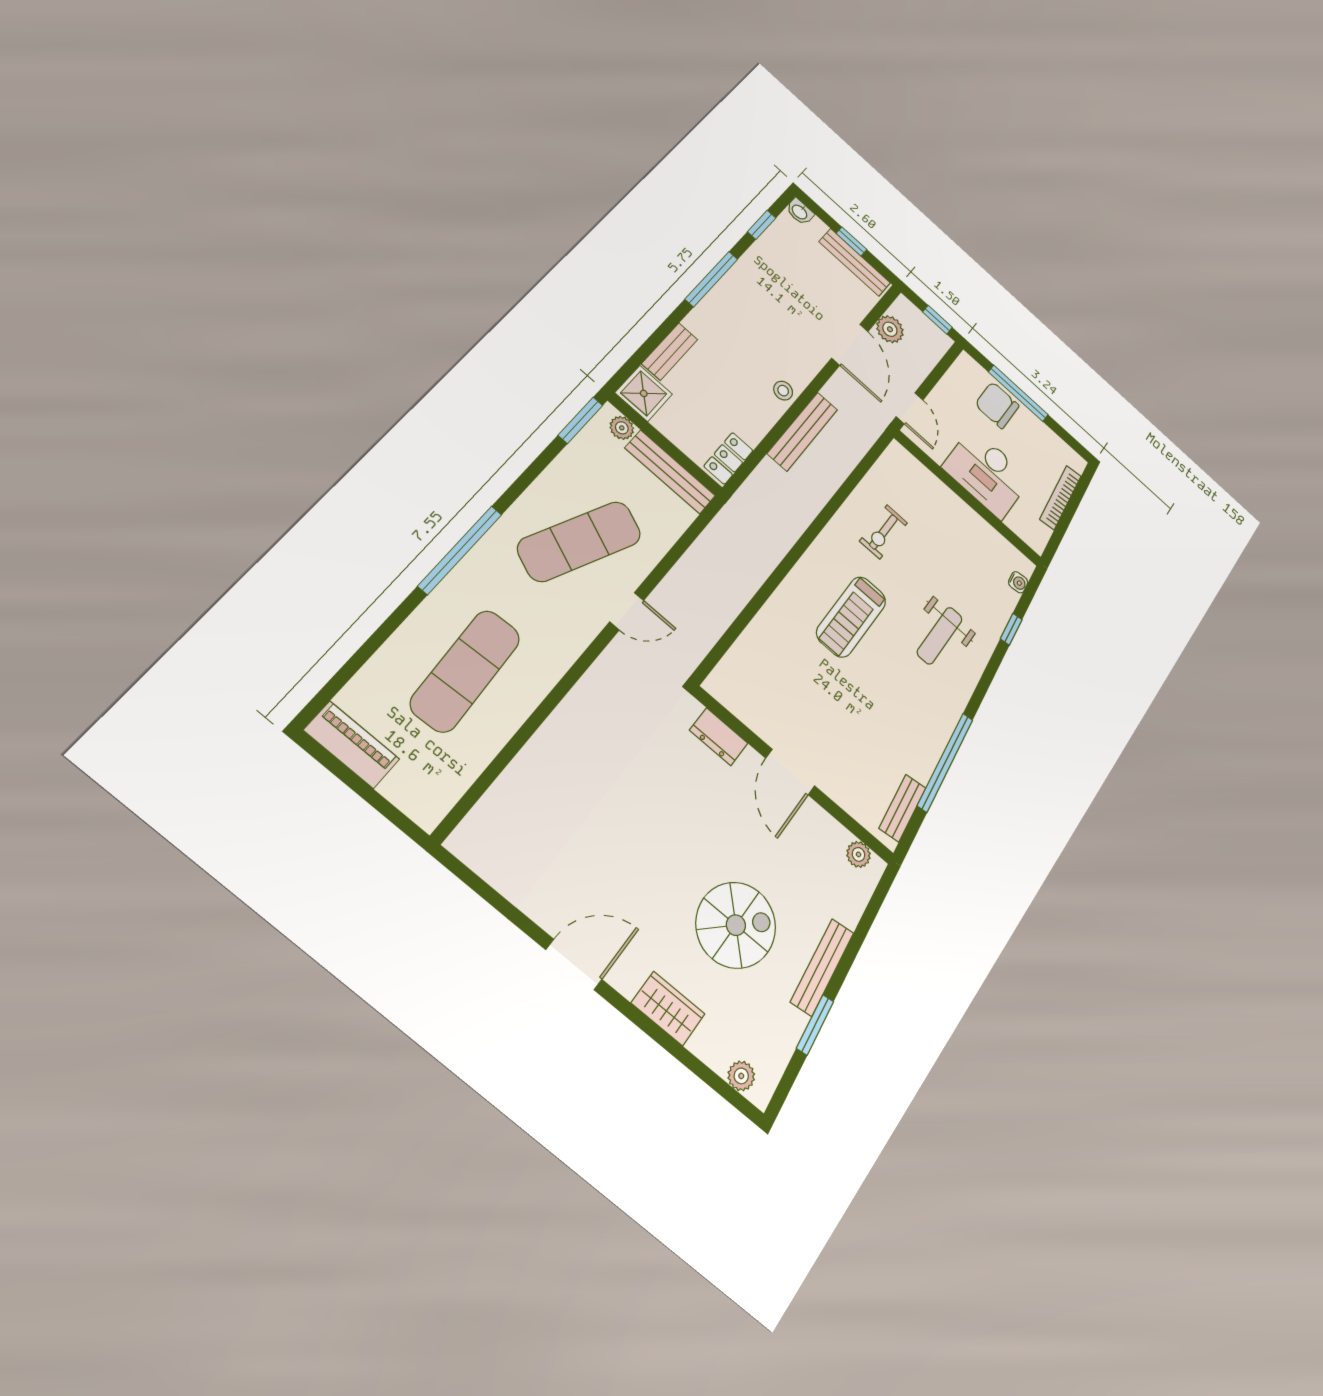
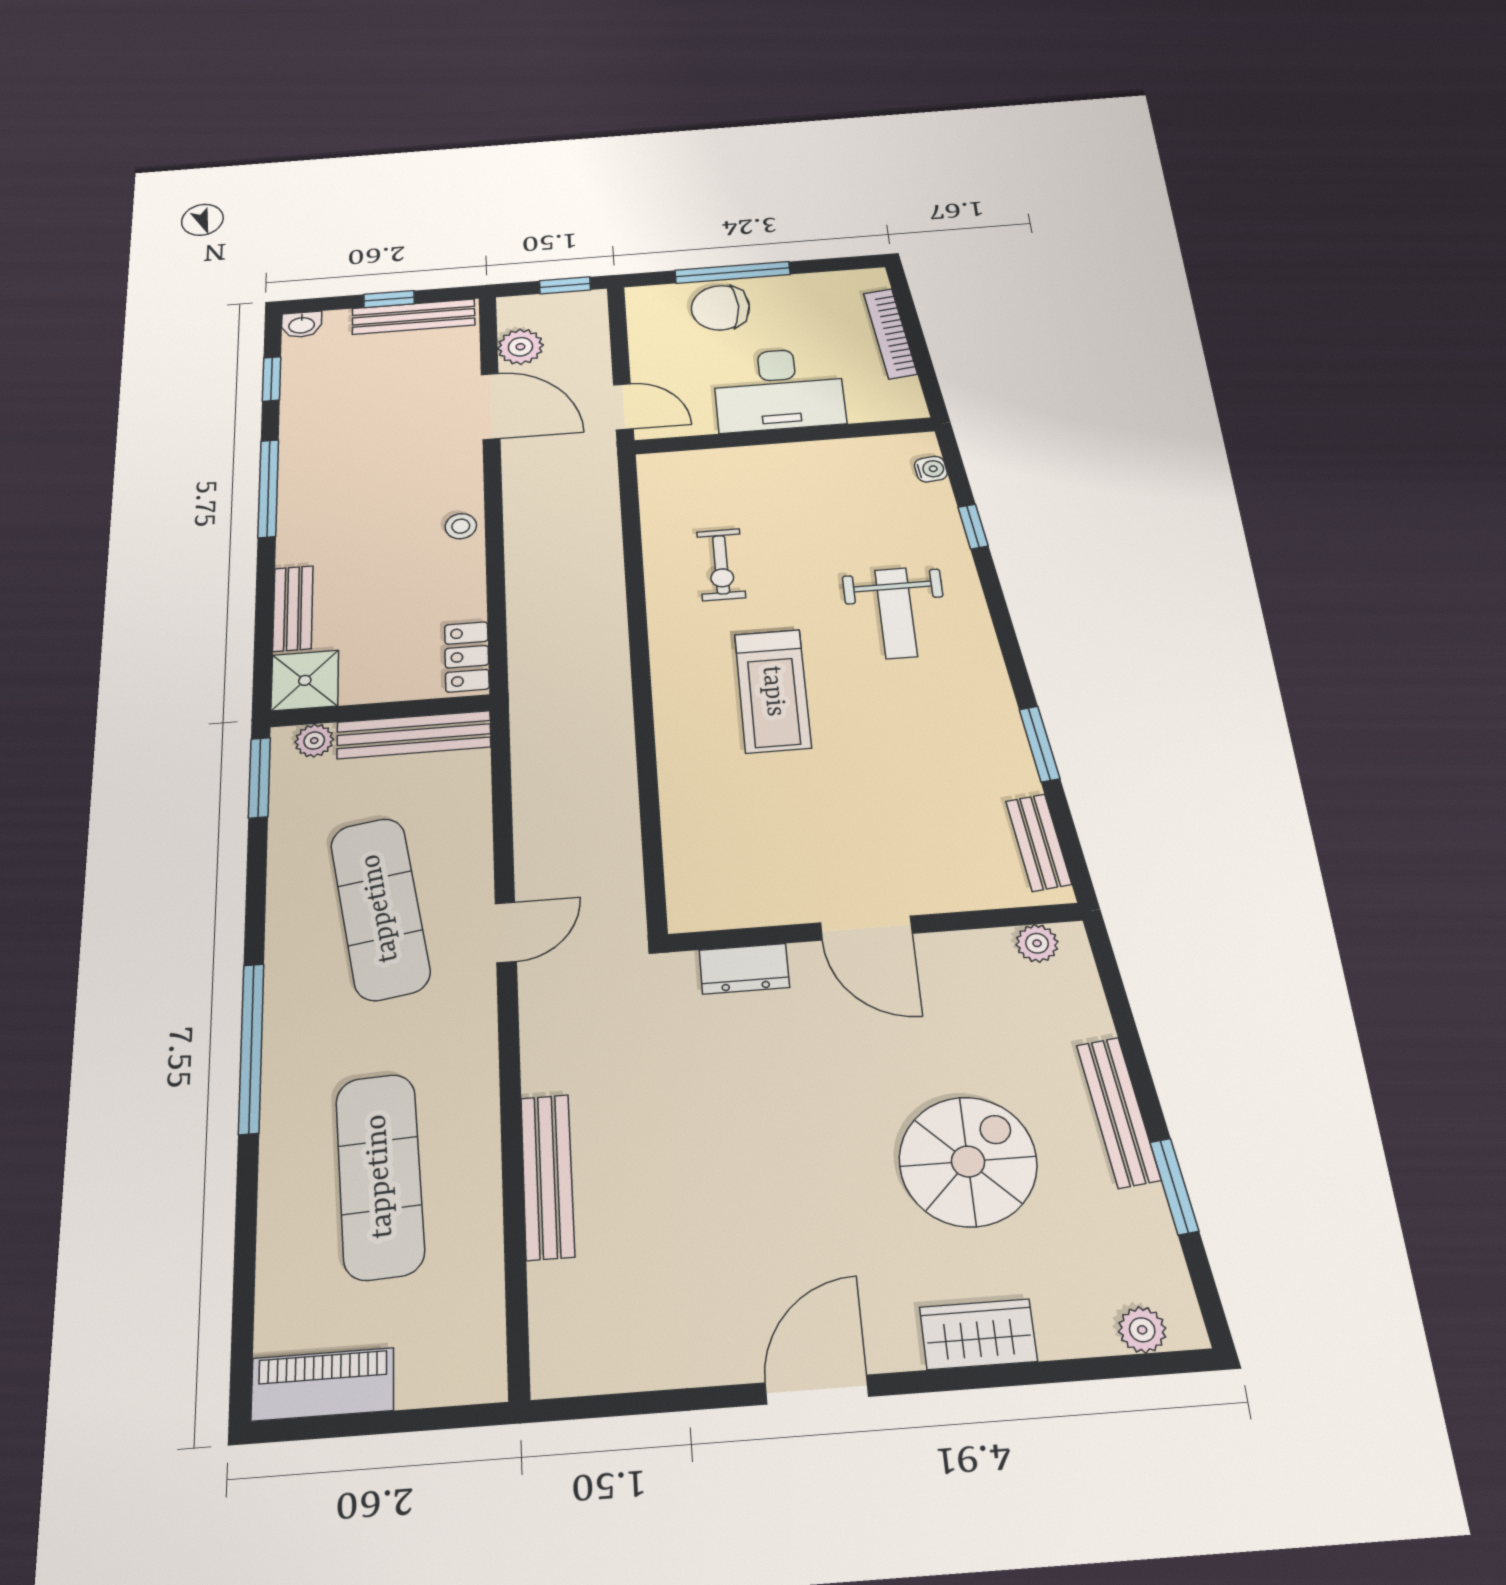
bench: (803, 431) -> (547, 1177), moved
exercise mat: (580, 541) -> (380, 908), turned -33
window: (945, 762) -> (1039, 744), width x0.47

